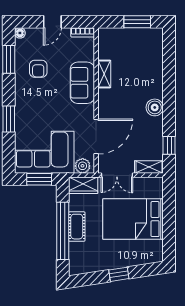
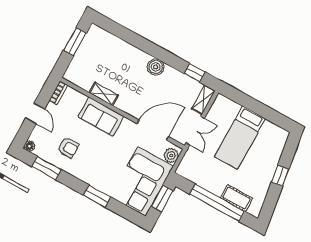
door: (96, 137) -> (153, 130), hinge flipped
wardrobe: (83, 185) -> (188, 164), removed
bed: (133, 219) -> (240, 138), width x0.67
cot: (77, 227) -> (237, 198), moved

